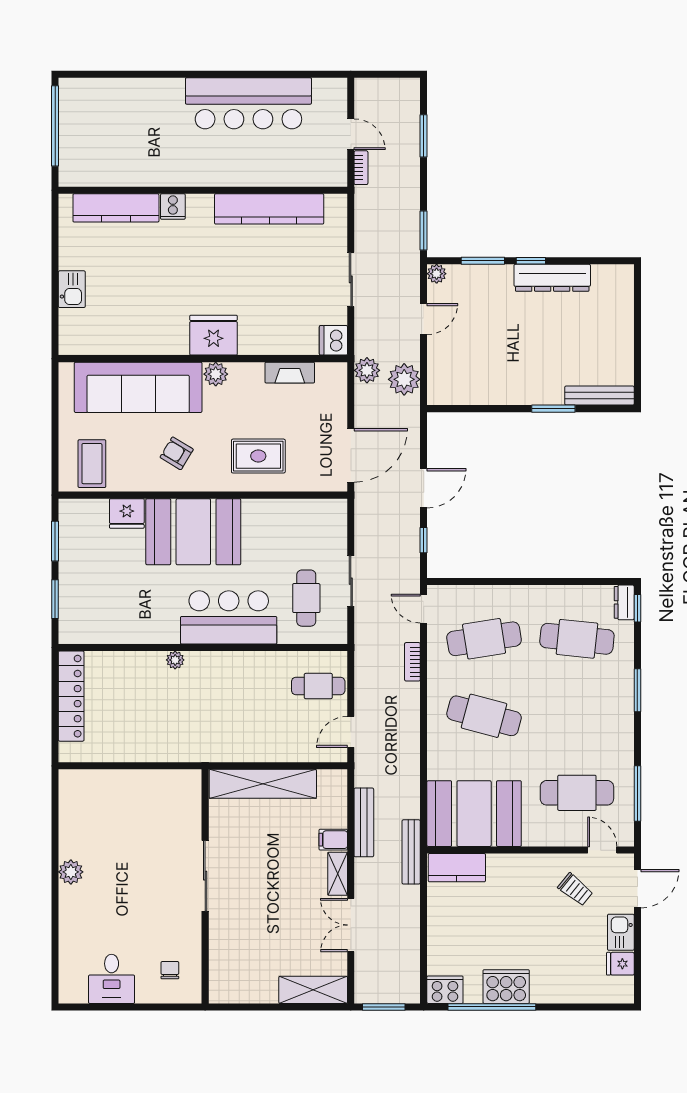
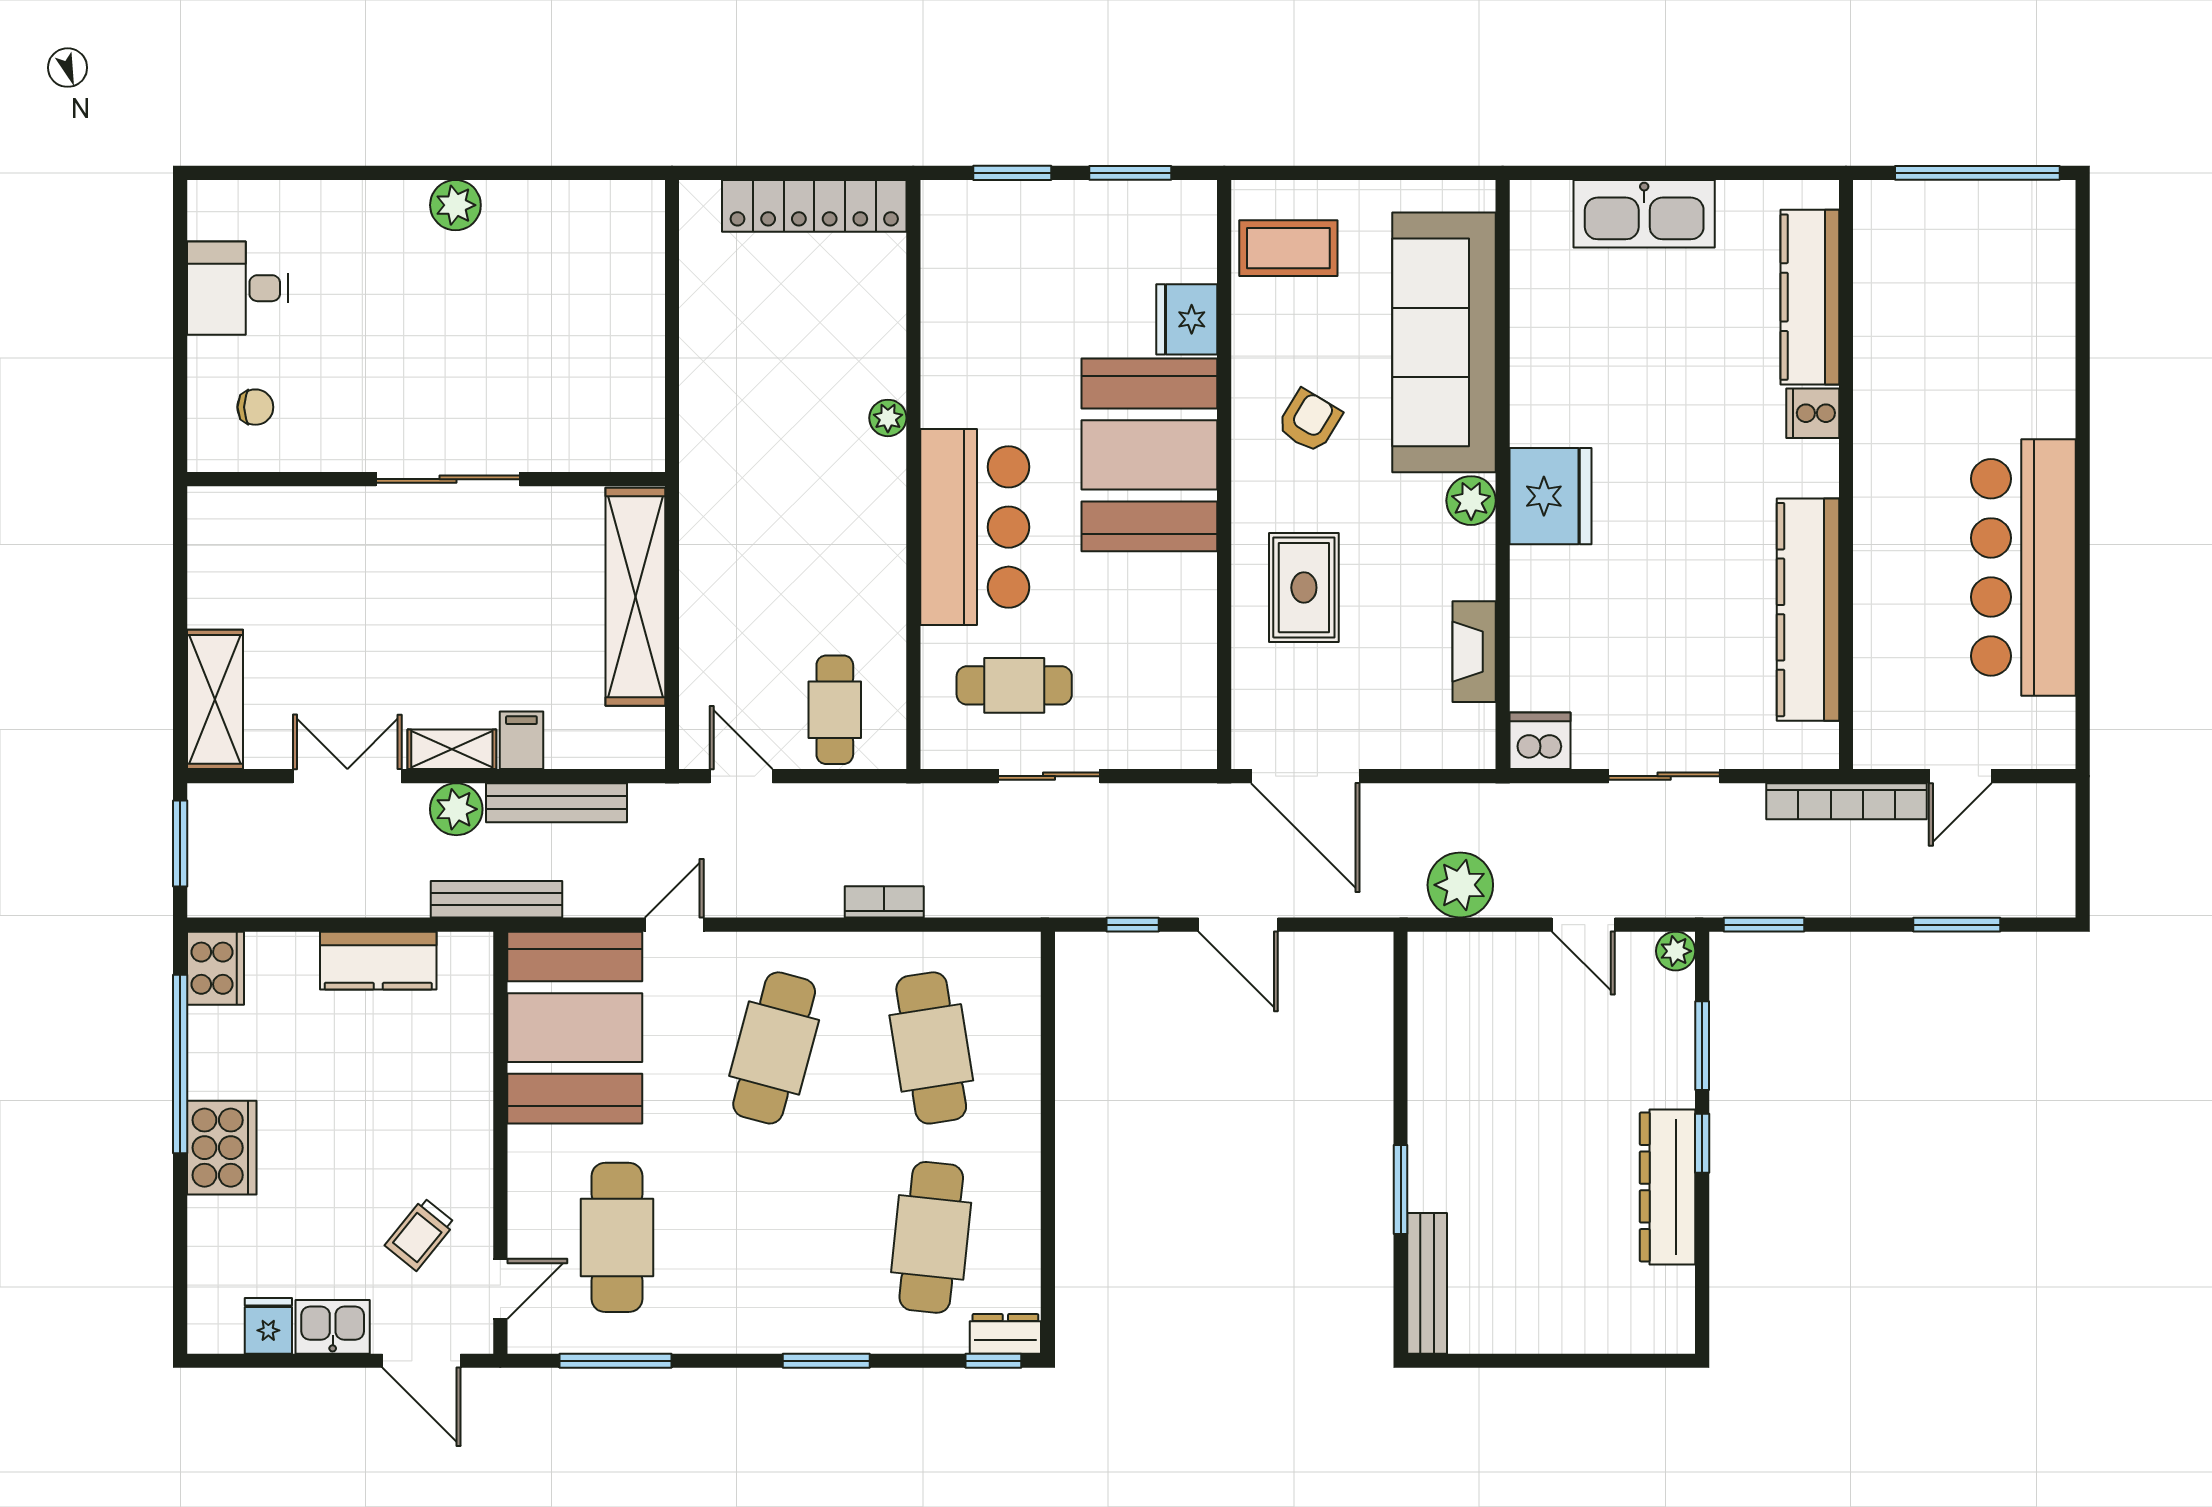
bookcase: (361, 168) -> (1847, 801), width x2.31, depth x1.31
kitchen sink: (72, 289) -> (1644, 214), width x1.88, depth x1.24
plant: (367, 370) -> (456, 809), moved
door: (424, 609) -> (674, 925), moved
kitchen counter: (457, 868) -> (378, 961), moved, turned -90
cooker: (506, 987) -> (222, 1148), moved

